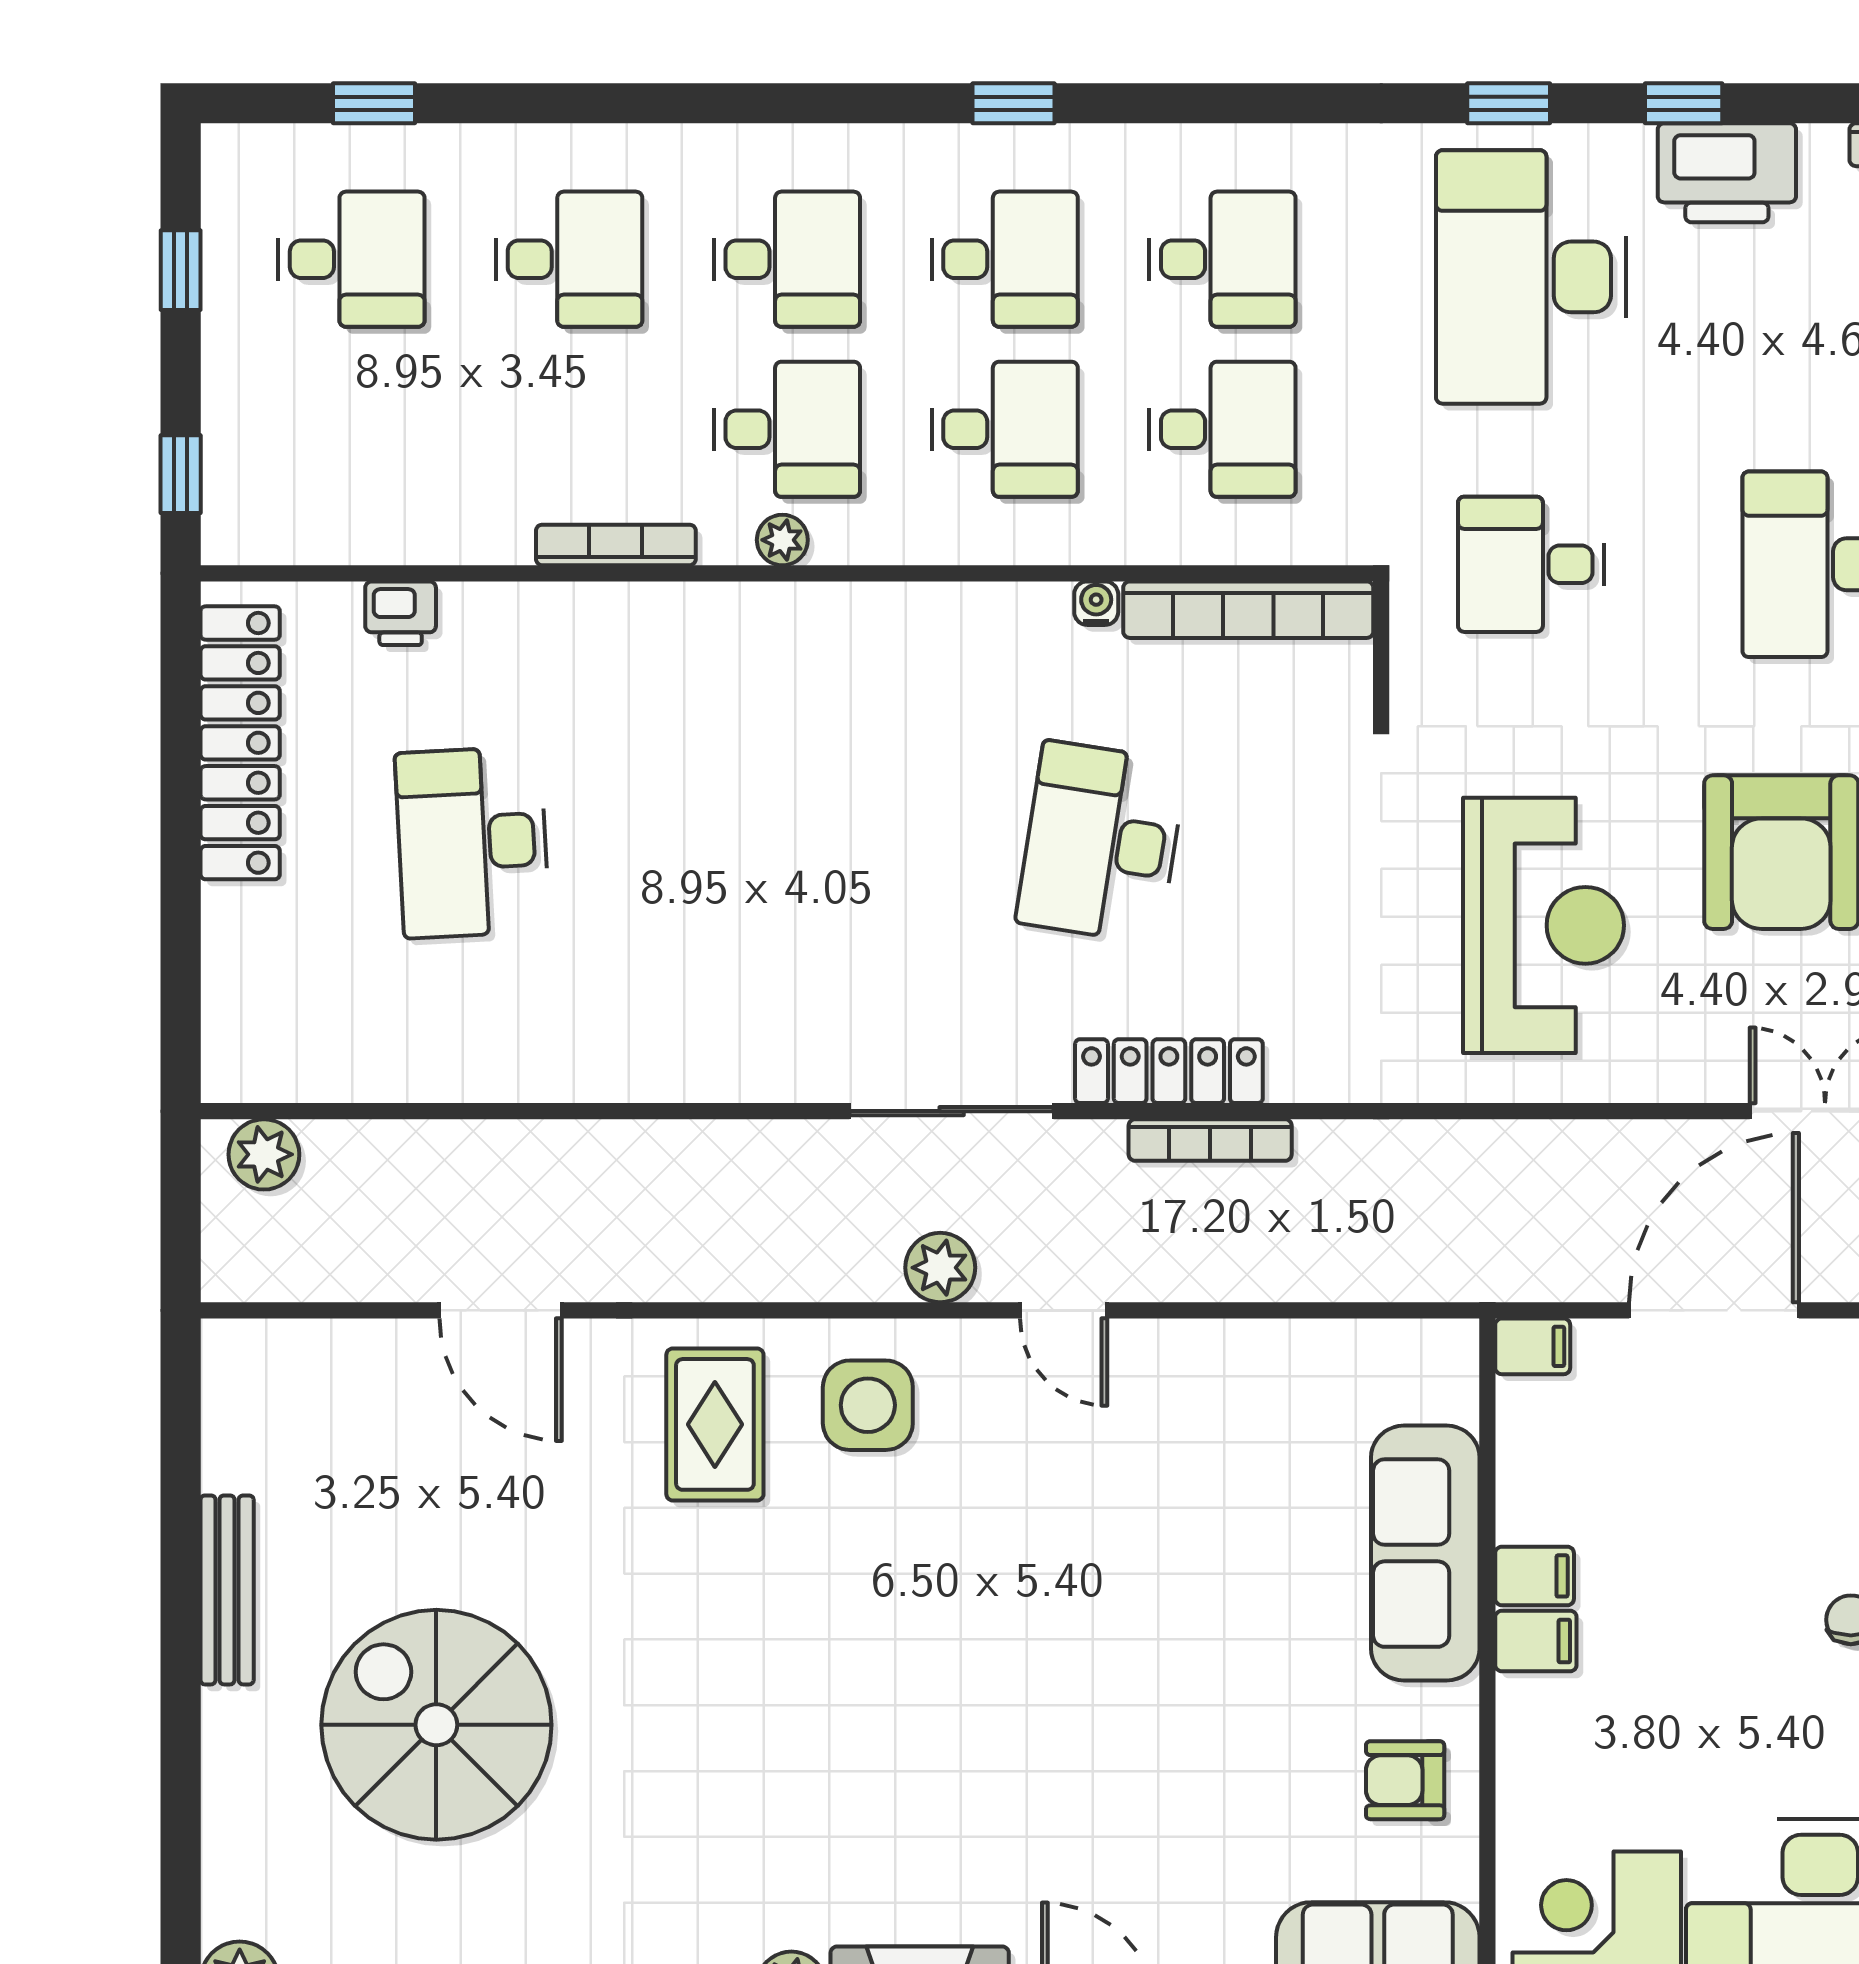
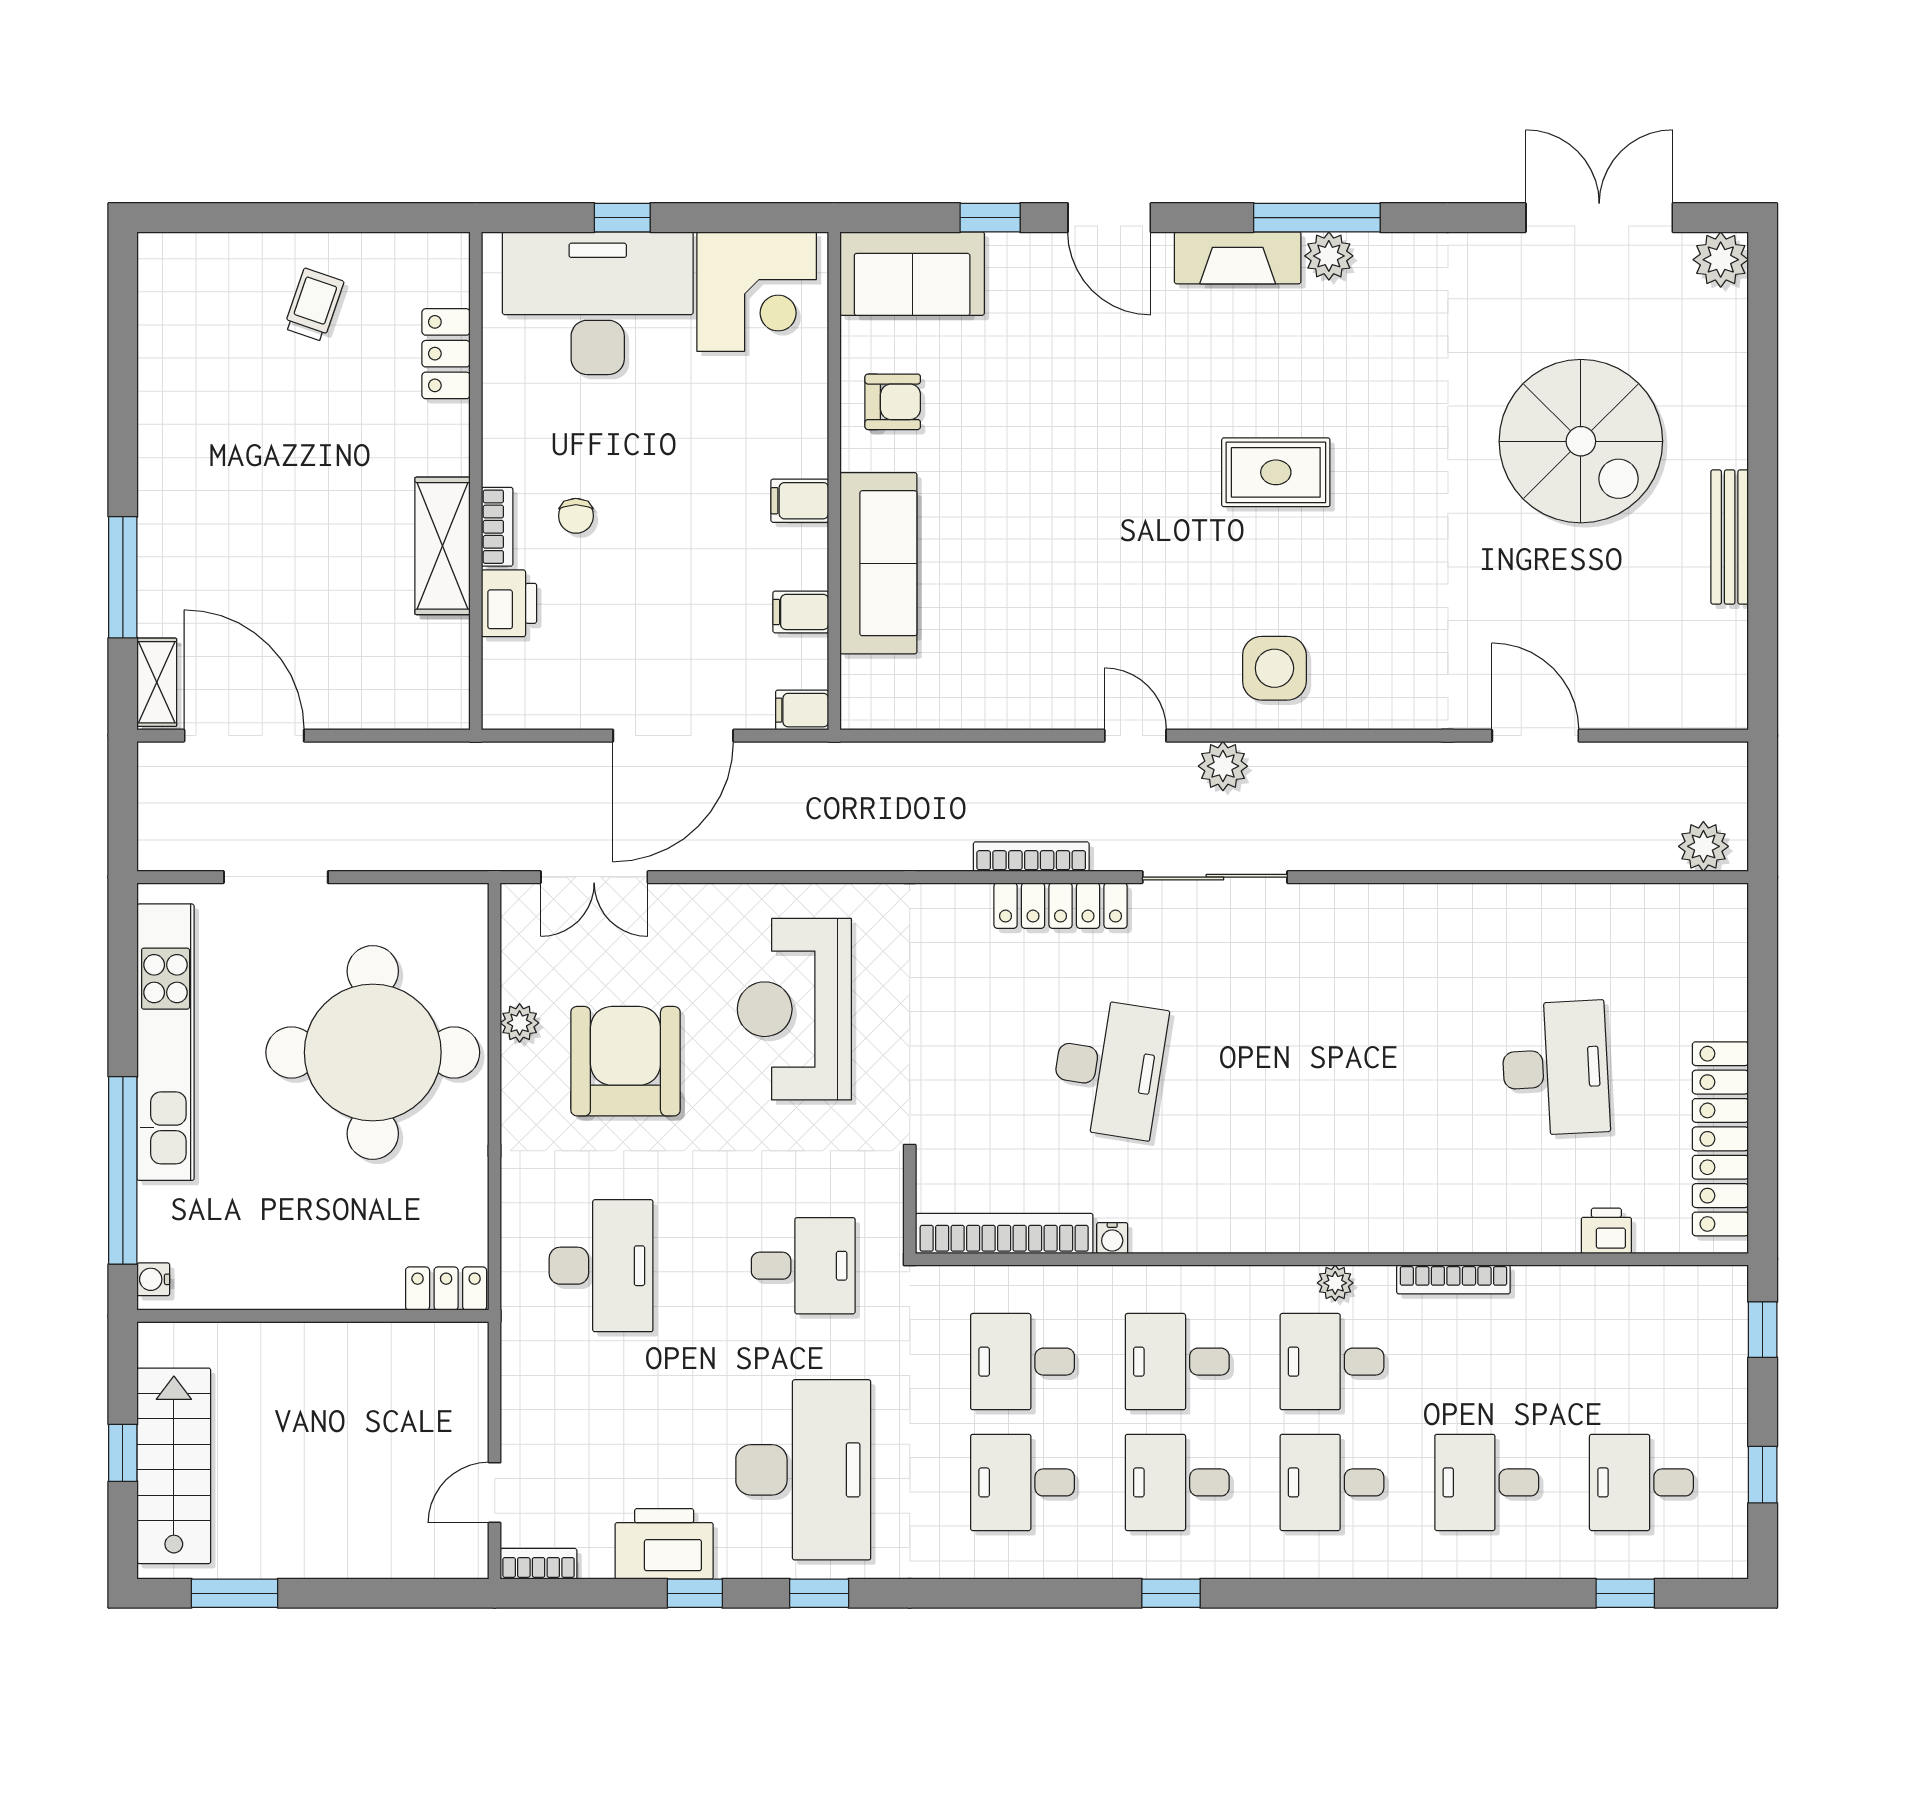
rug: (715, 1424) -> (1276, 472), moved, turned 90
filing cabinet: (1535, 1576) -> (801, 612), moved

